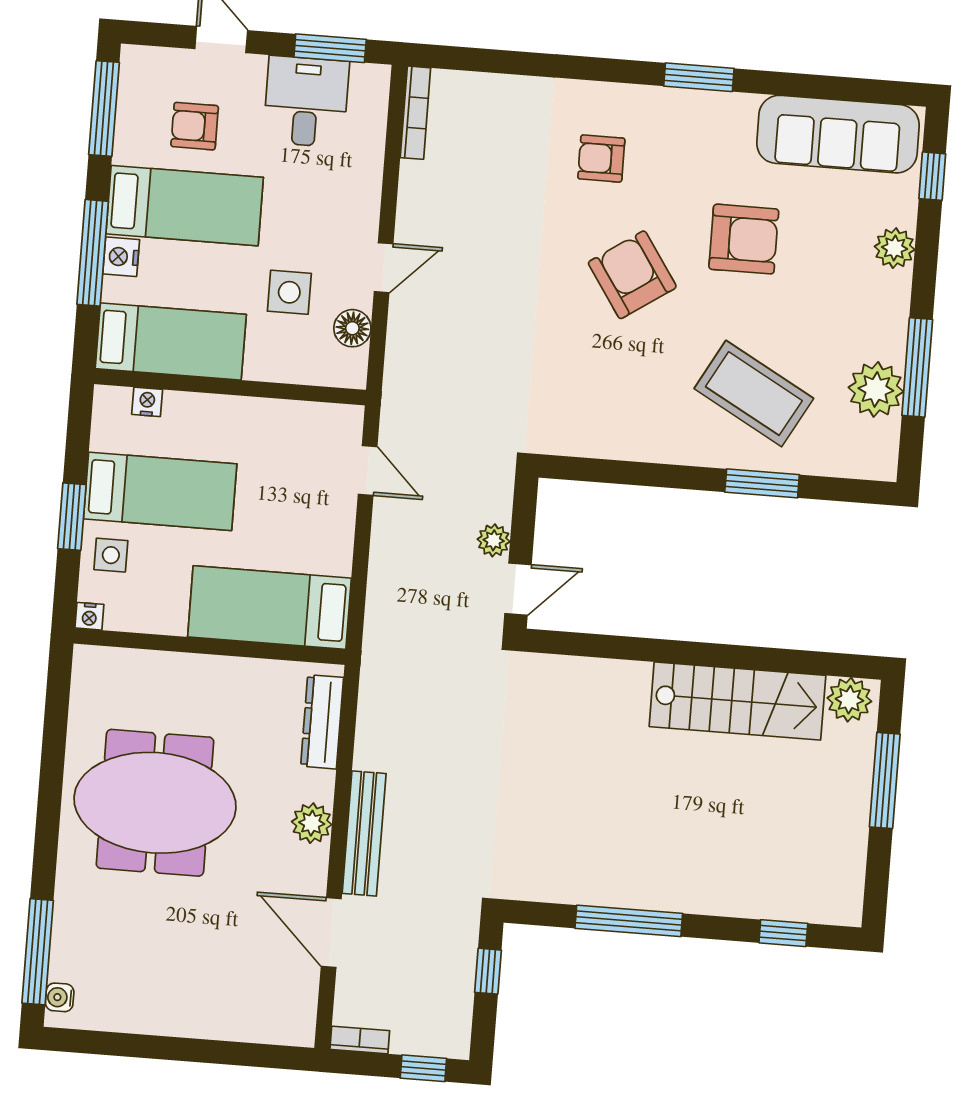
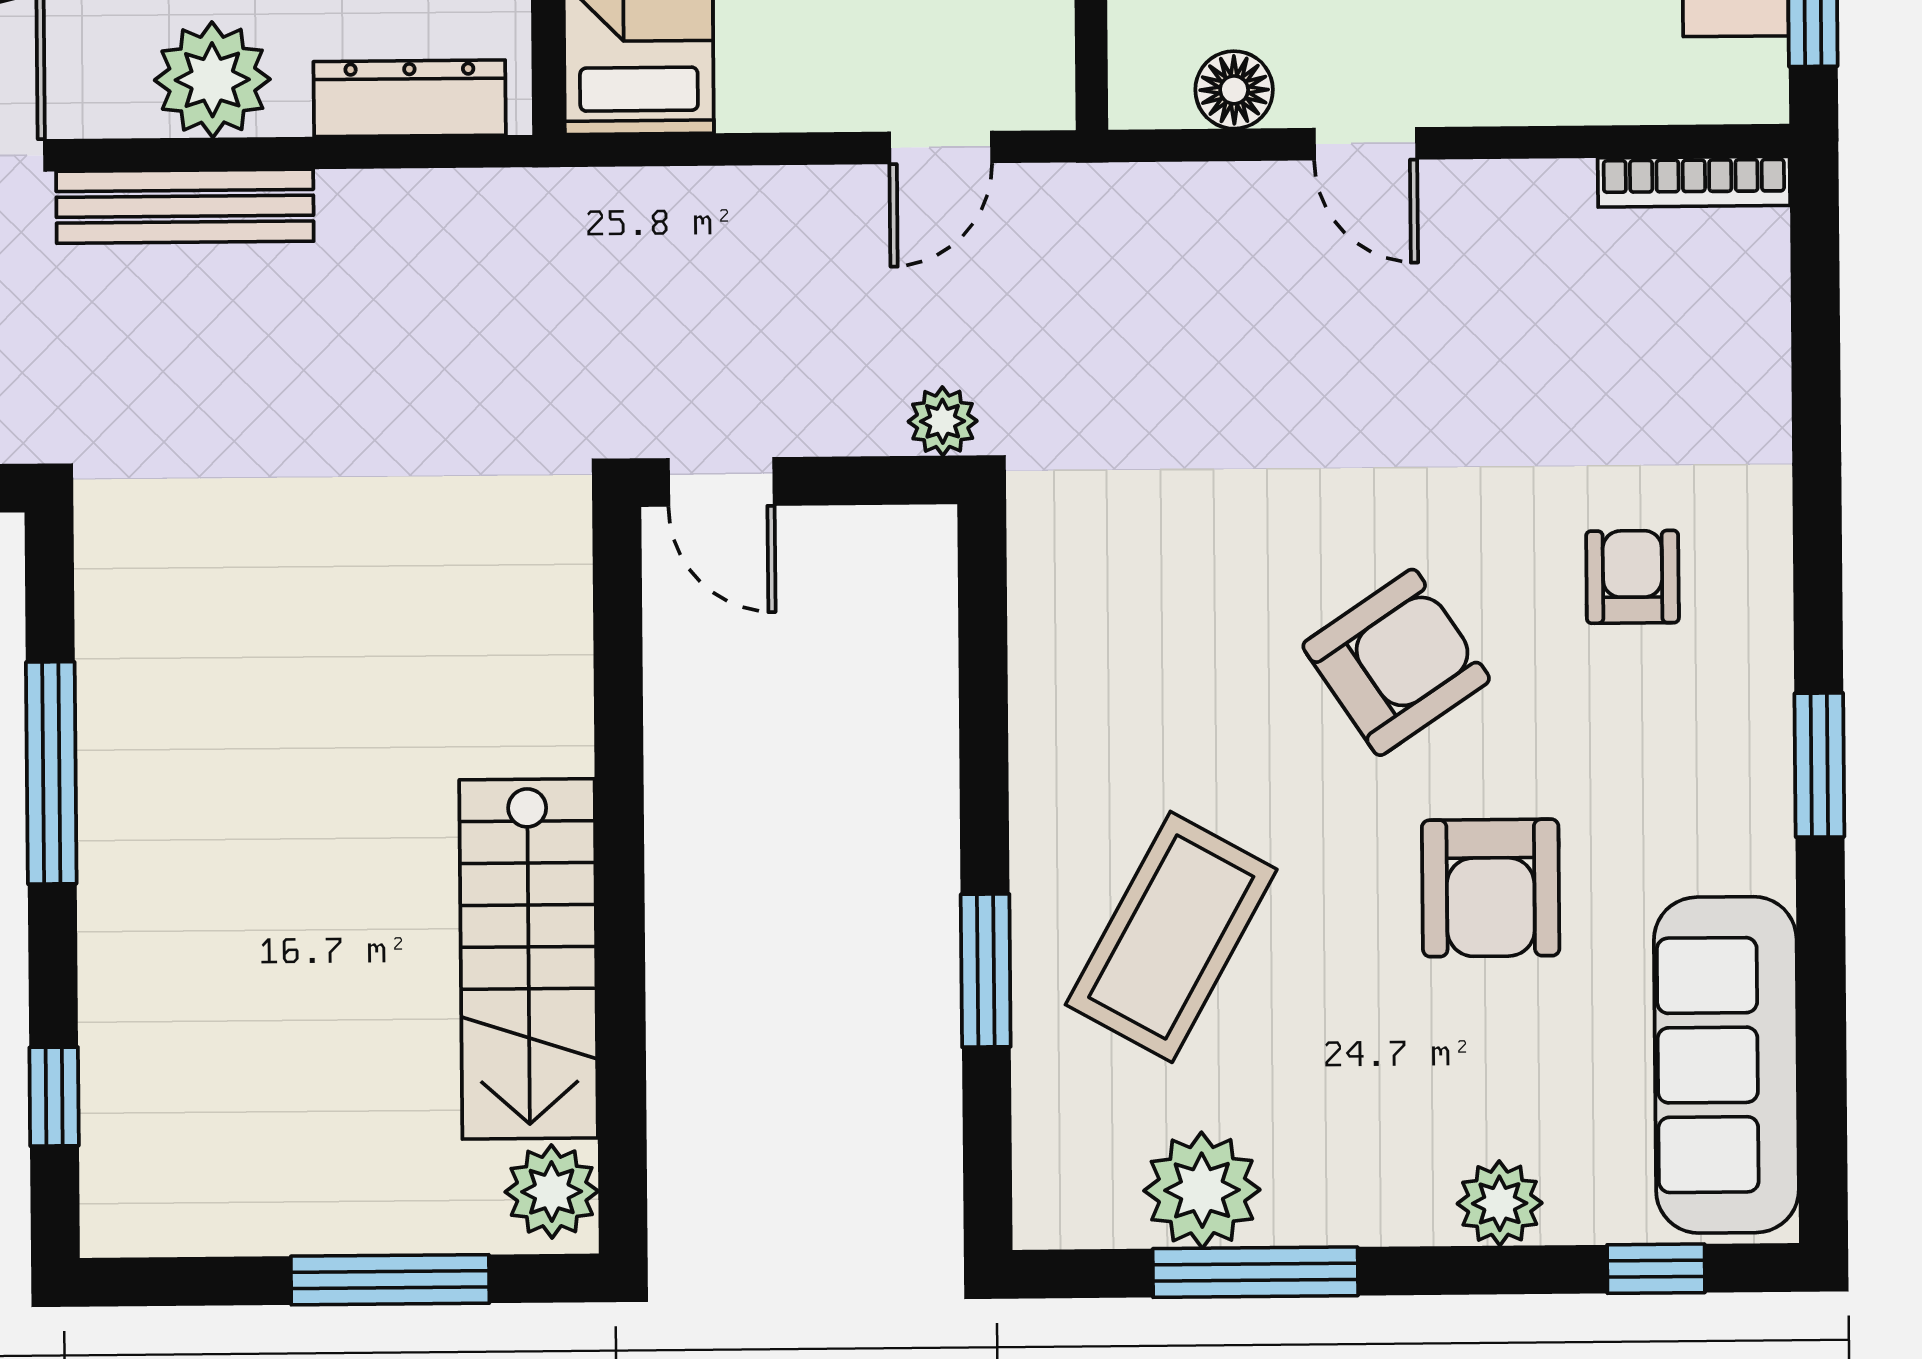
plant: (494, 540) -> (943, 421), moved
plant: (312, 823) -> (212, 80), width x1.36, depth x1.36

